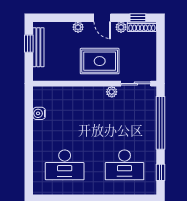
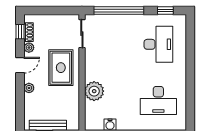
shoe rack: (142, 27) -> (29, 32), width x0.70
plant: (112, 92) -> (94, 91), moved, width x1.88, depth x1.88
desk: (65, 165) -> (158, 101), turned 90

